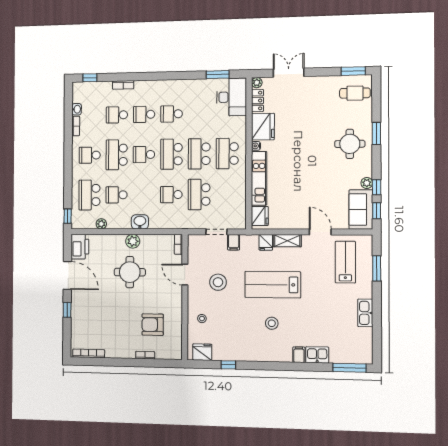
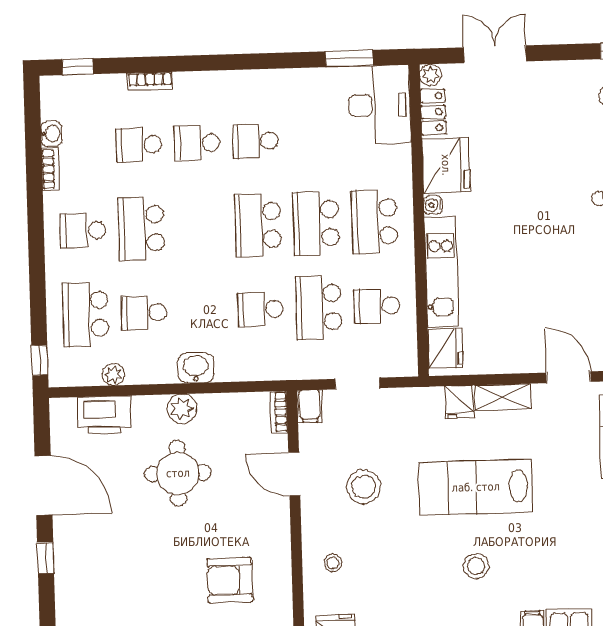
school desk: (144, 155) -> (377, 306), moved
filing cabinet: (234, 242) -> (310, 406), moved
printer: (80, 247) -> (104, 415), moved, turned 90

